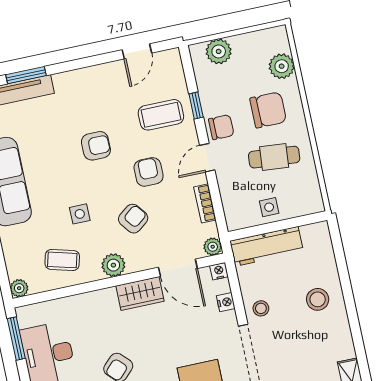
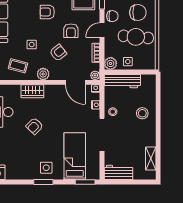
armchair: (96, 146) -> (47, 12), turned 180
cafe table: (274, 157) -> (136, 37), width x1.37, depth x1.35
armchair: (149, 172) -> (71, 31), turned 180
plant: (237, 218) -> (111, 63), added
wardrobe: (140, 294) -> (32, 91), moved

